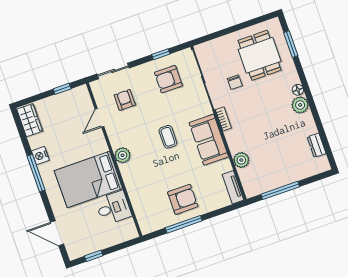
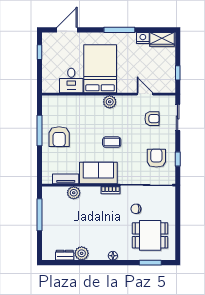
plant: (300, 105) -> (82, 253), moved
nightstand: (40, 156) -> (143, 38), moved
tv unit: (233, 187) -> (66, 179), moved

